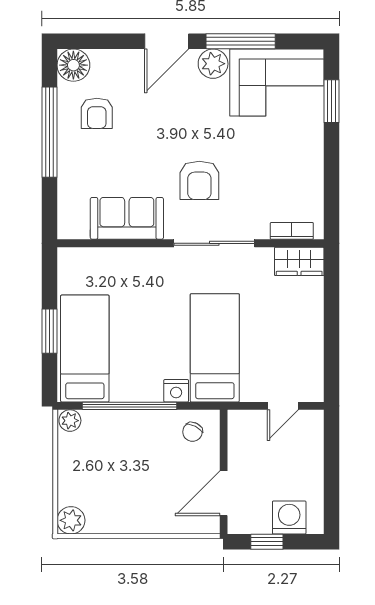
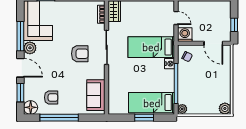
window: (108, 41) -> (20, 93), added
sofa: (127, 218) -> (96, 95), moved
washing machine: (289, 517) -> (185, 35), moved, turned 90

